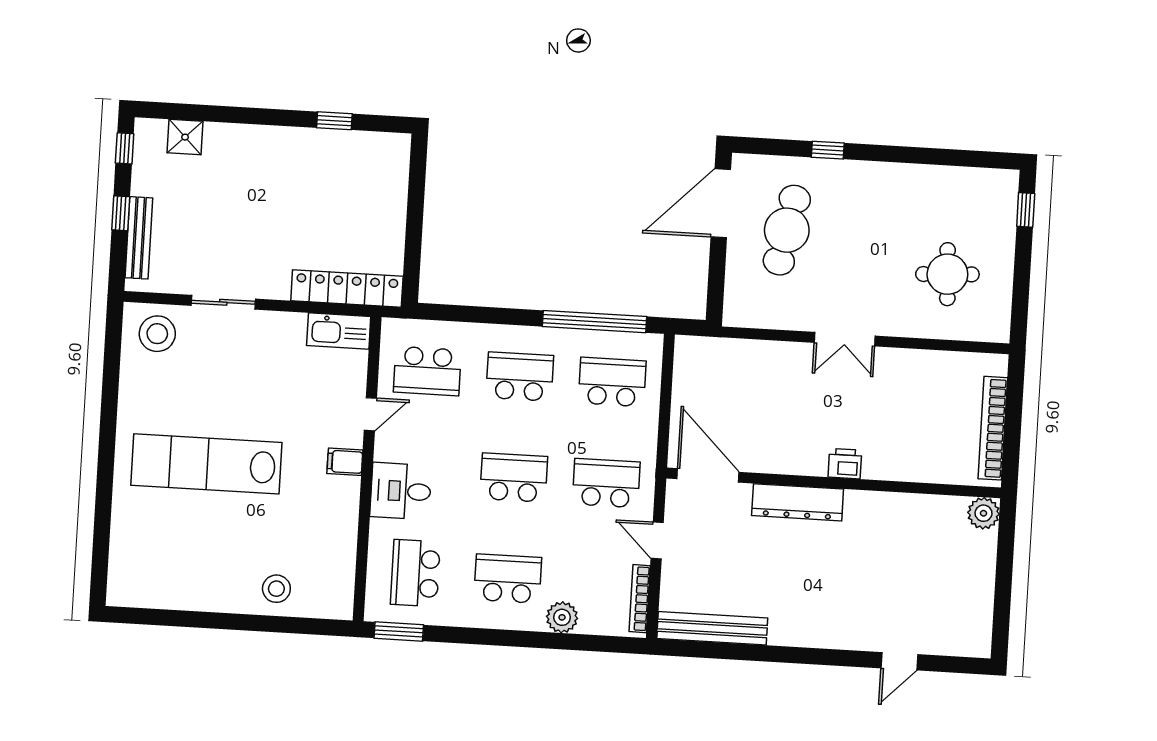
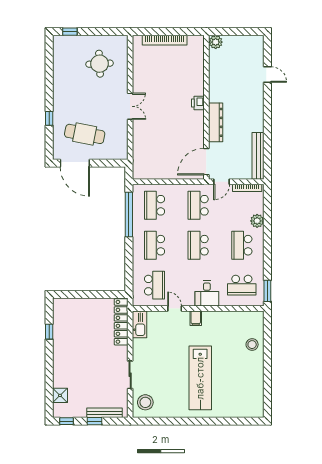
printer: (845, 464) -> (198, 103), moved
door: (708, 475) -> (206, 162), moved
wall: (834, 483) -> (206, 107), moved
dresser: (798, 502) -> (216, 122), moved
plant: (984, 513) -> (216, 42), moved

